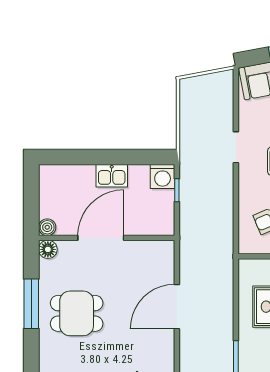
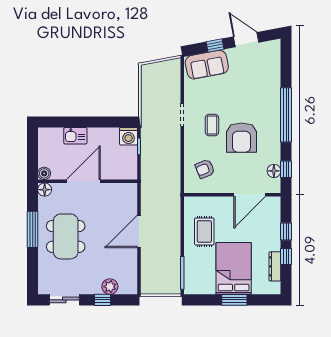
kitchen sink: (112, 176) -> (75, 136), moved
dining table: (77, 313) -> (66, 236), width x1.37

